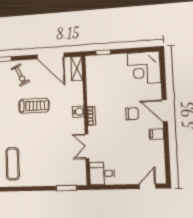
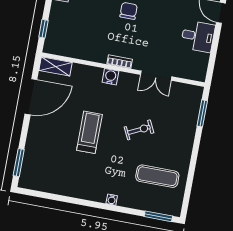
exercise bike: (20, 75) -> (139, 130), moved
desk: (102, 173) -> (198, 36), moved, turned -90

